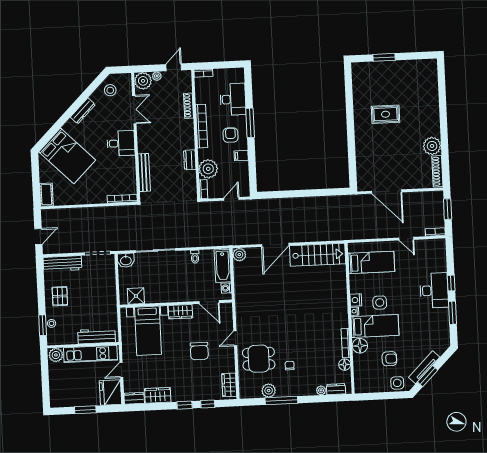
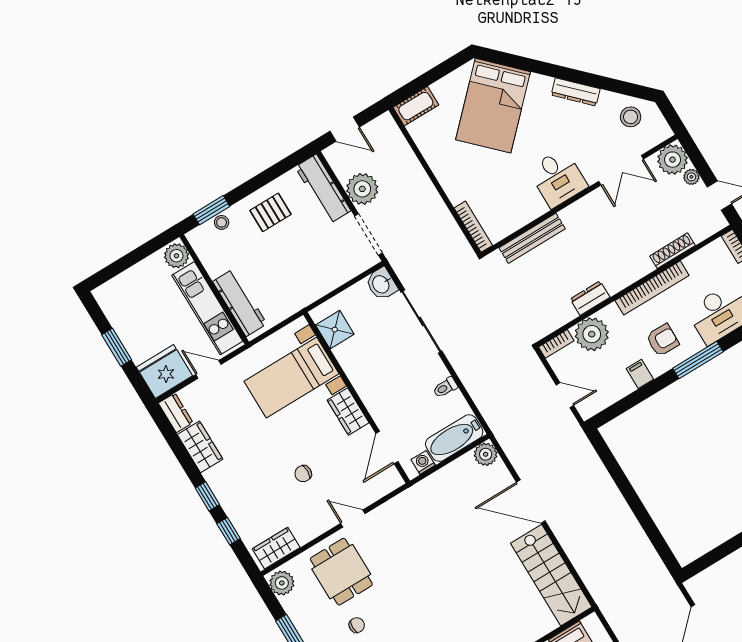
plant: (73, 244) -> (362, 189), added
chair: (199, 351) -> (303, 474), width x0.54, depth x0.54
plant: (269, 391) -> (282, 583), moved

